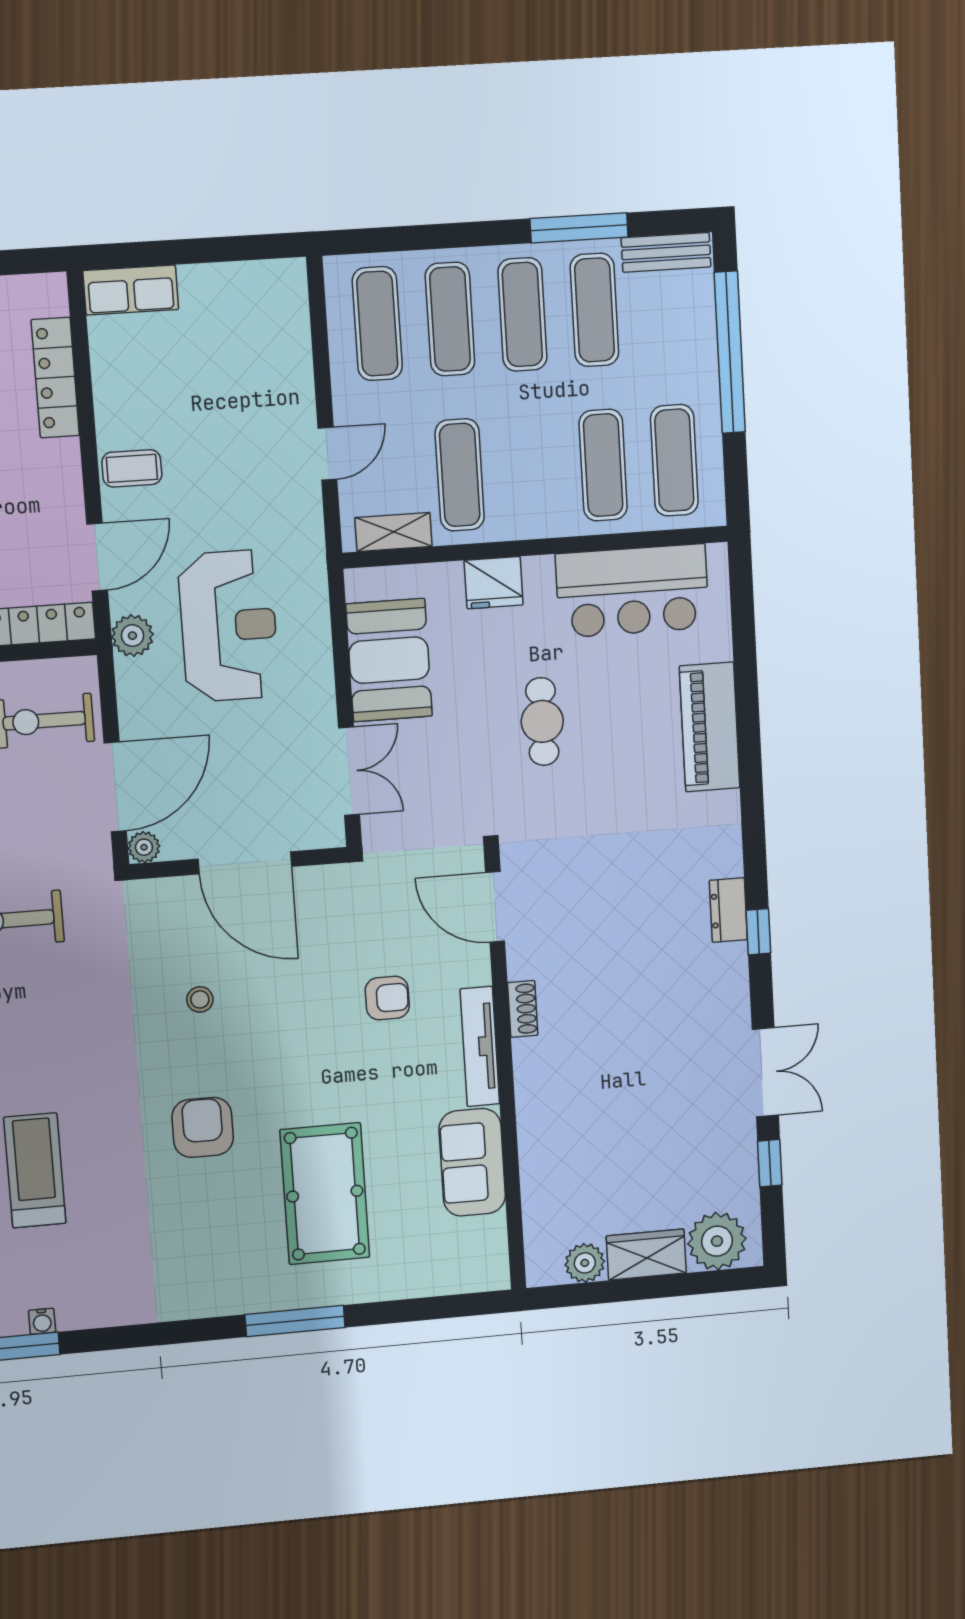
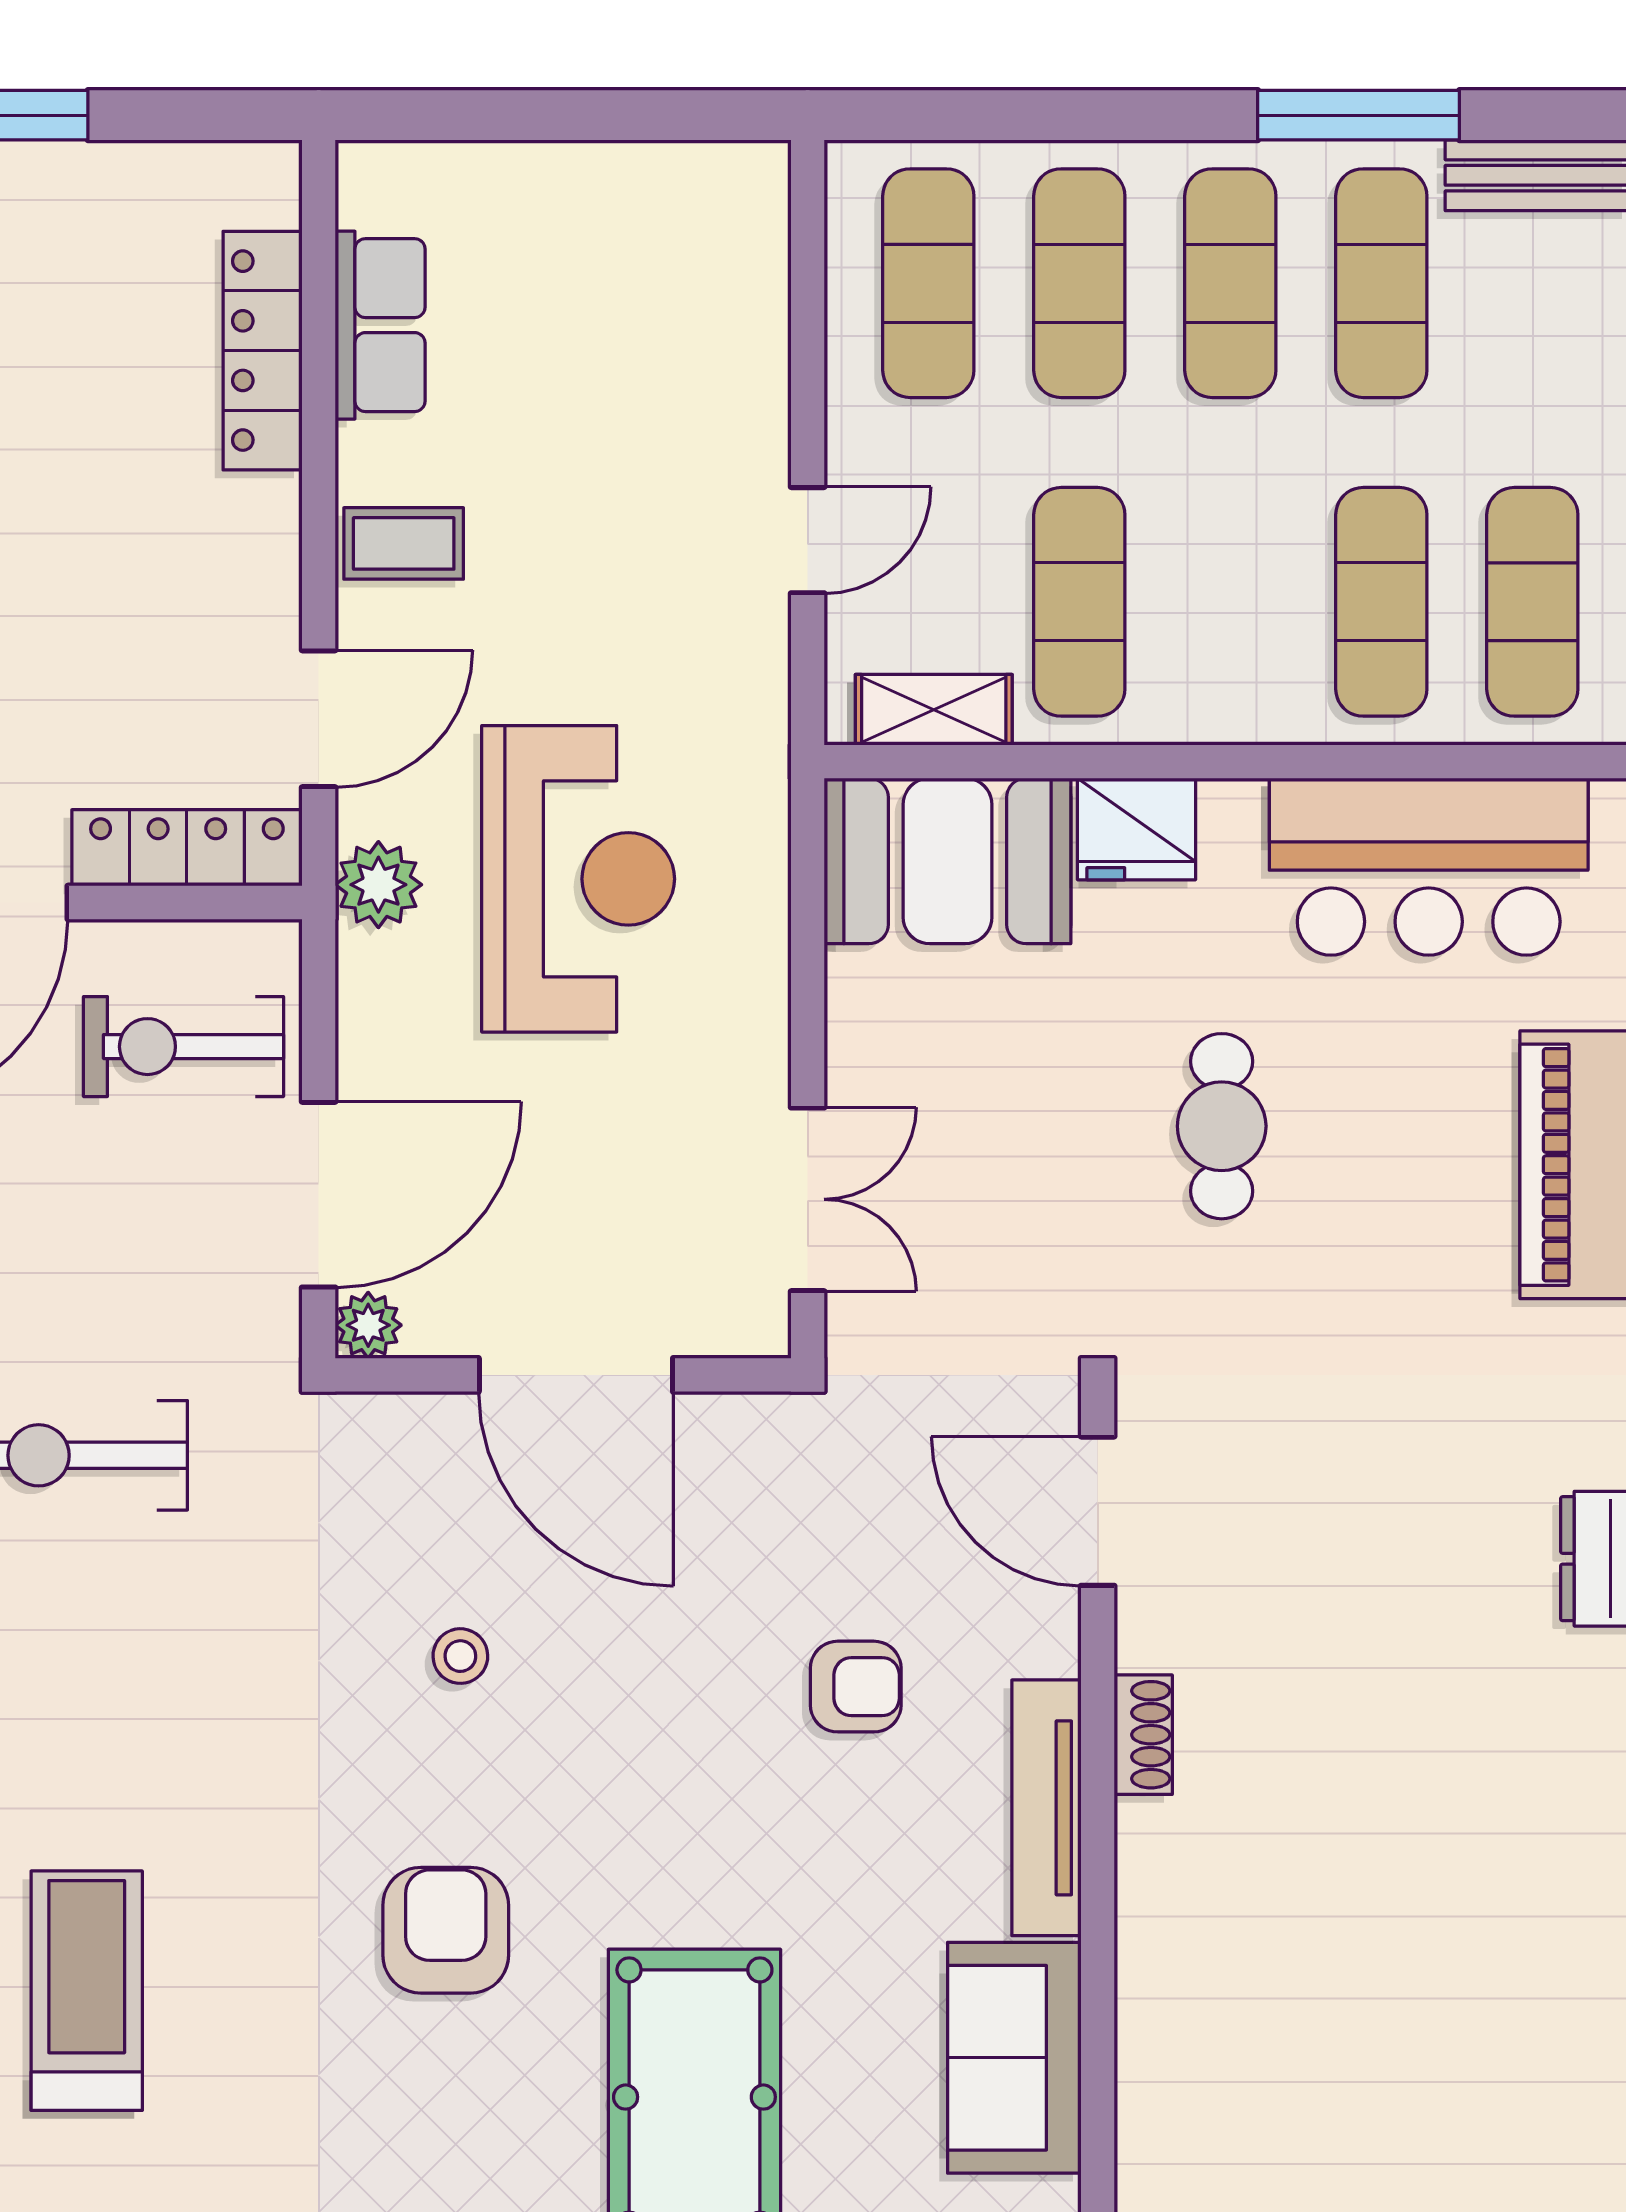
row of seats: (131, 290) -> (380, 325), moved, turned -90
booth: (389, 660) -> (948, 861), moved, turned 90

